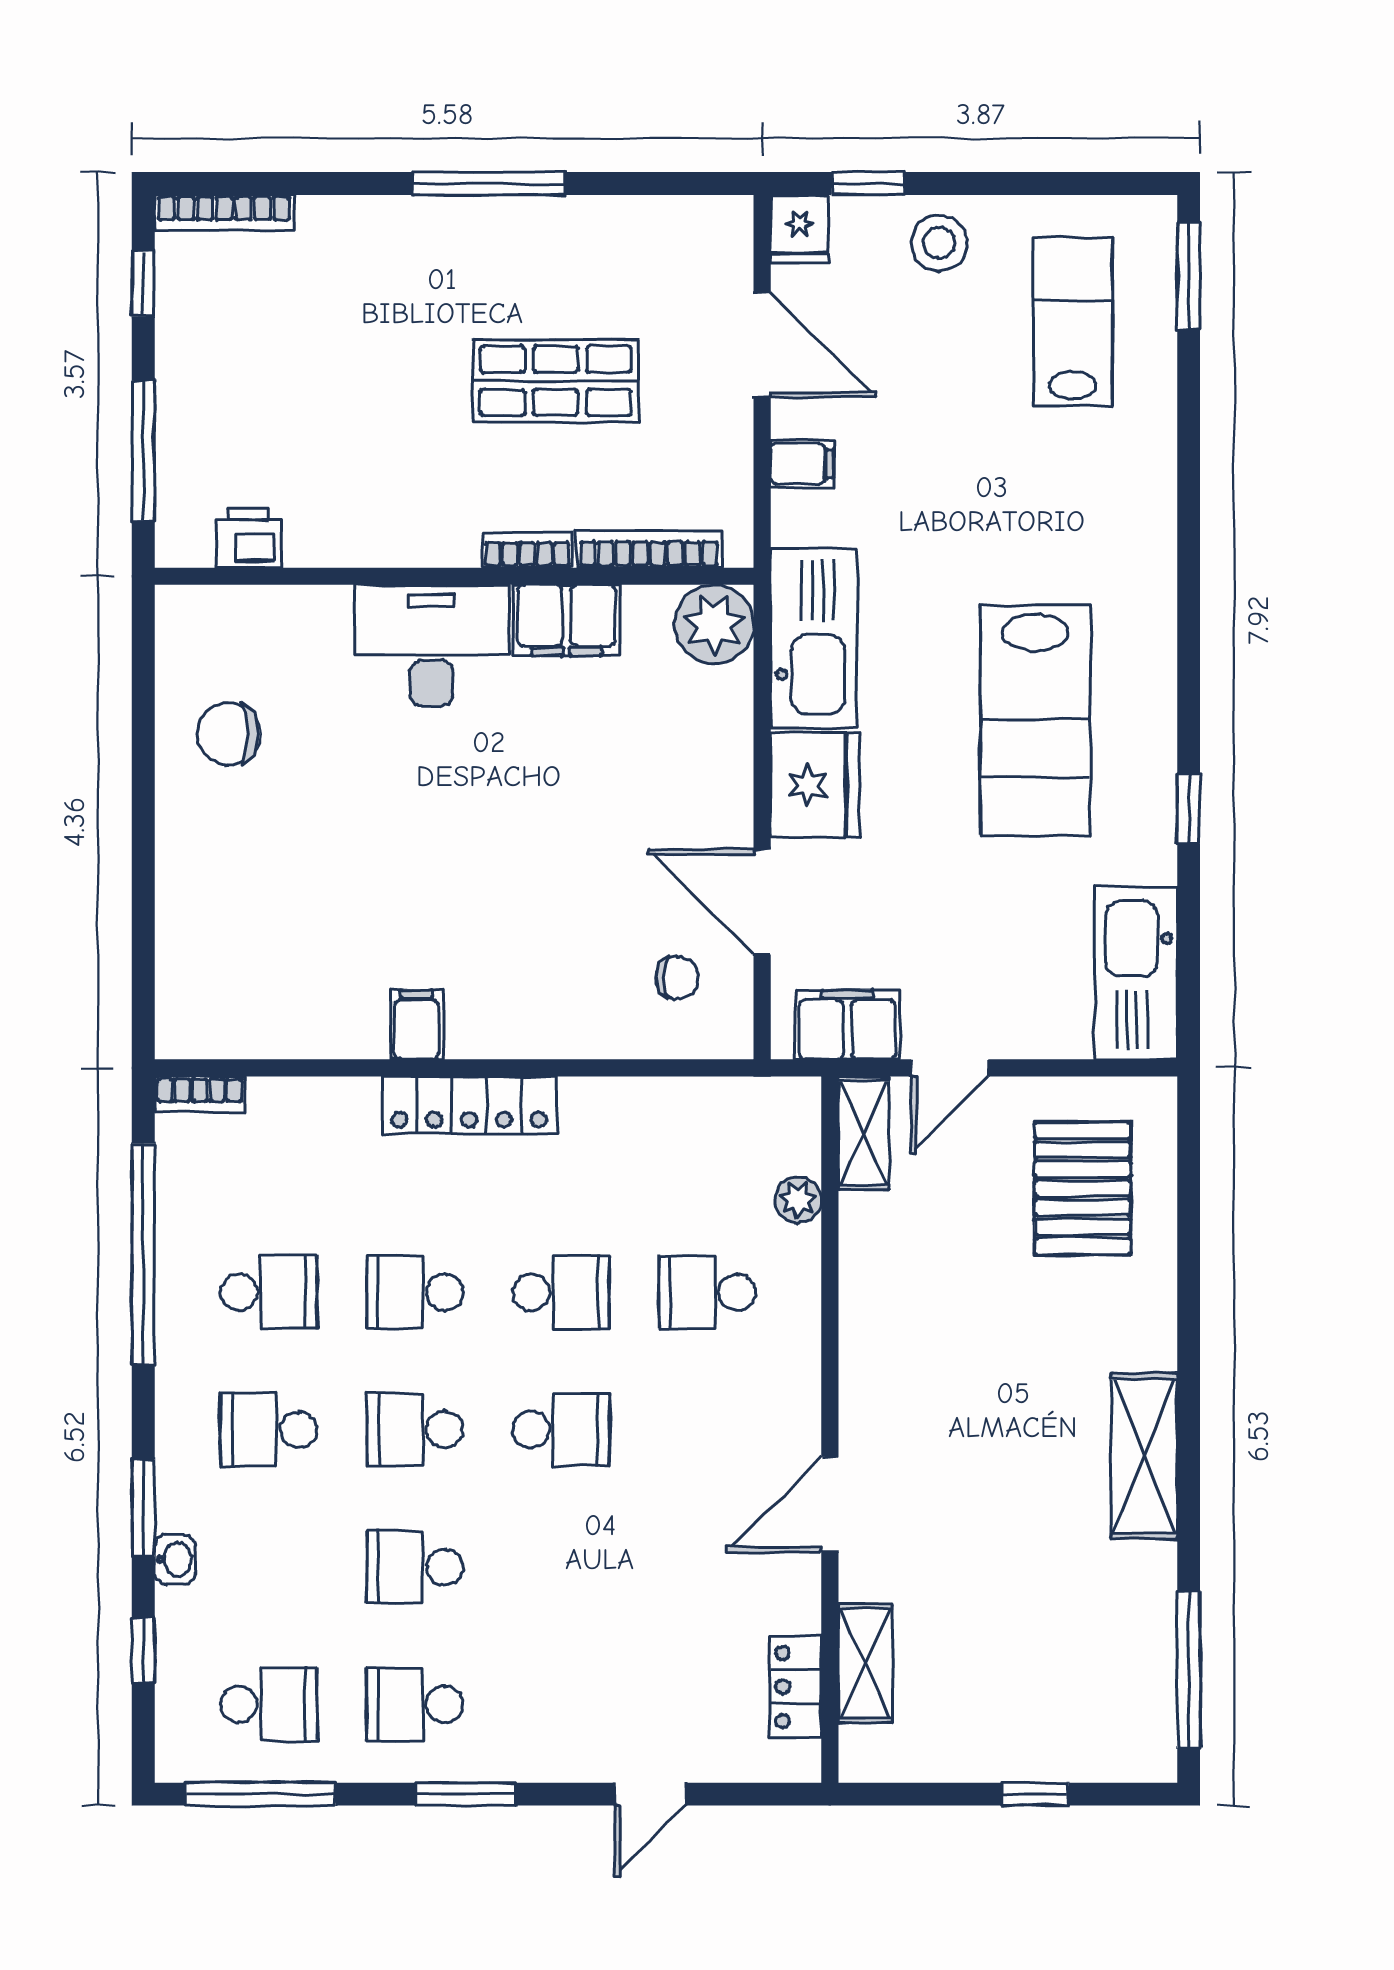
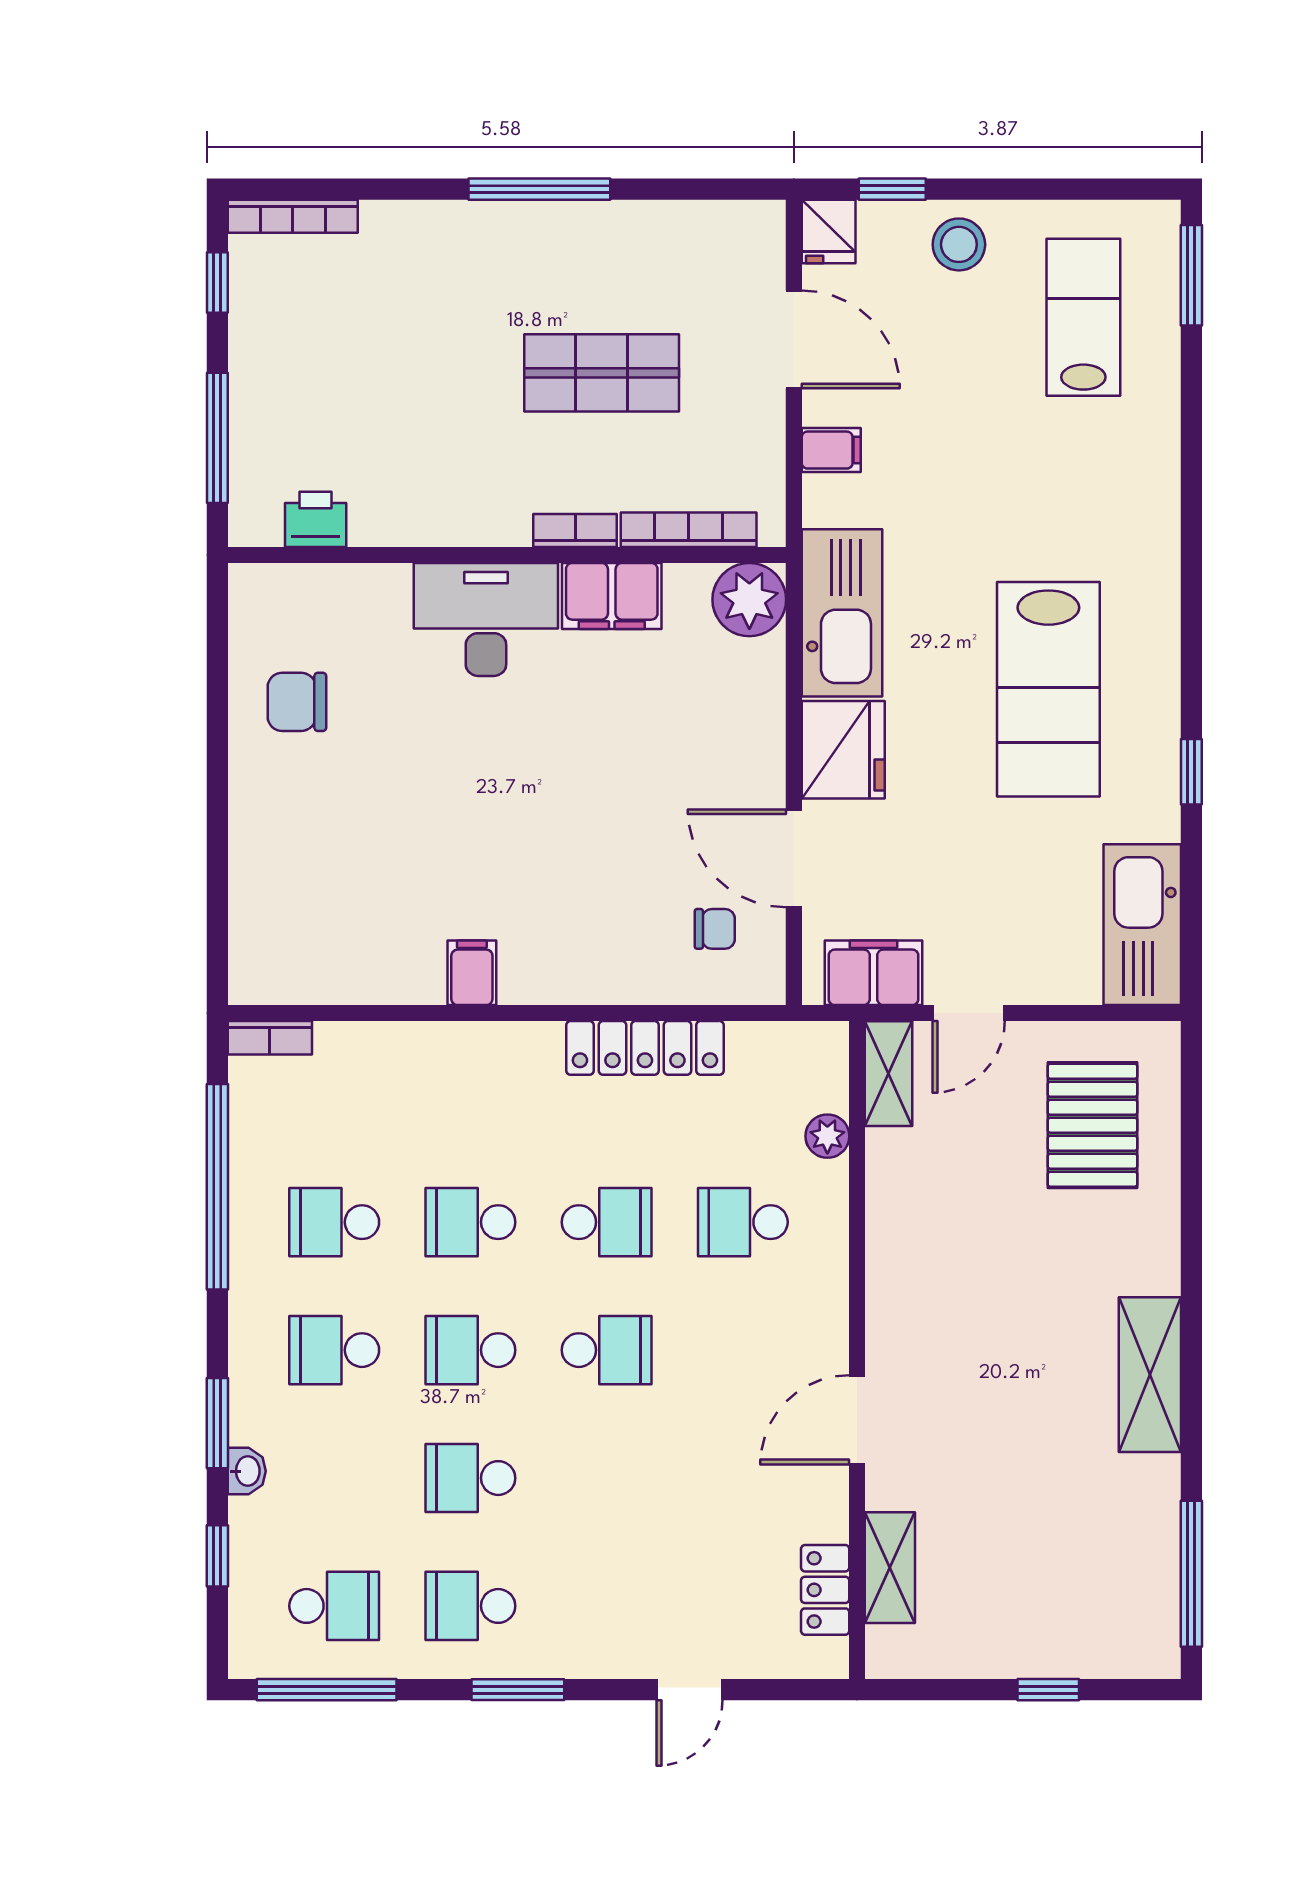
locker: (469, 1105) -> (645, 1048), moved
school desk: (269, 1292) -> (334, 1222), turned 180

